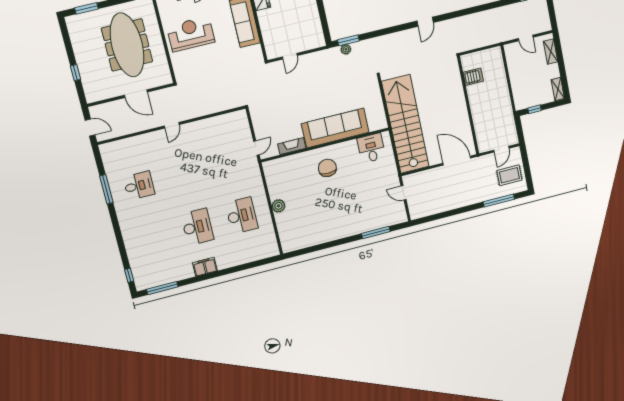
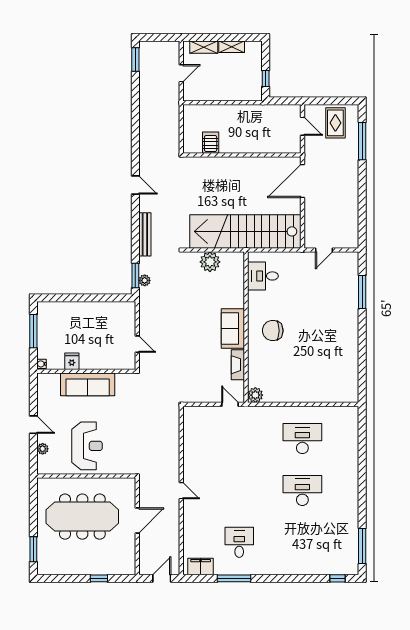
reception desk: (191, 34) -> (87, 446), turned 180
bench: (385, 40) -> (145, 234), added
shelving: (558, 89) -> (232, 47), moved
plant: (374, 101) -> (210, 262), added
sofa: (335, 128) -> (233, 329), width x0.54, depth x0.79
plant: (278, 206) -> (255, 395), moved
filing cabinet: (205, 267) -> (201, 566), moved, turned 90

